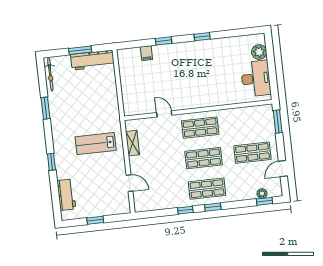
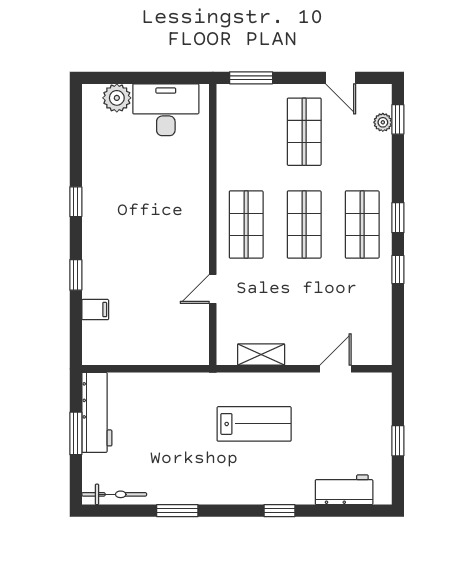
lab bench: (96, 144) -> (254, 424), turned -90

